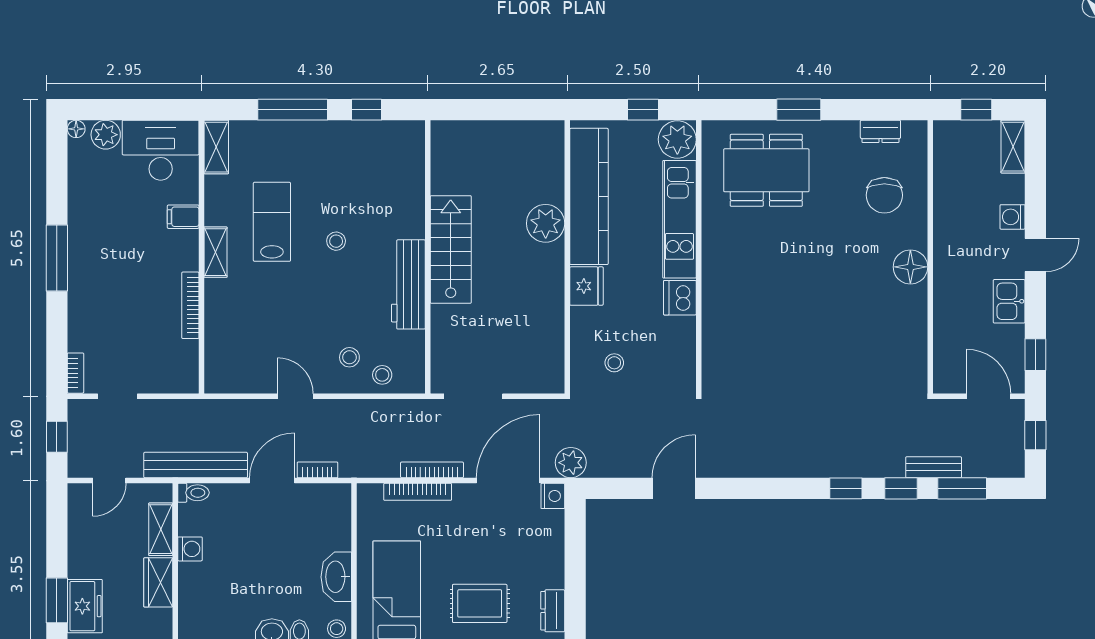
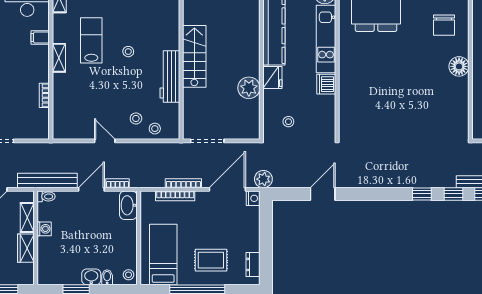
plant: (546, 223) -> (249, 88), moved
bookcase: (190, 305) -> (44, 95), width x0.64
washbasin: (336, 577) -> (128, 205), moved

